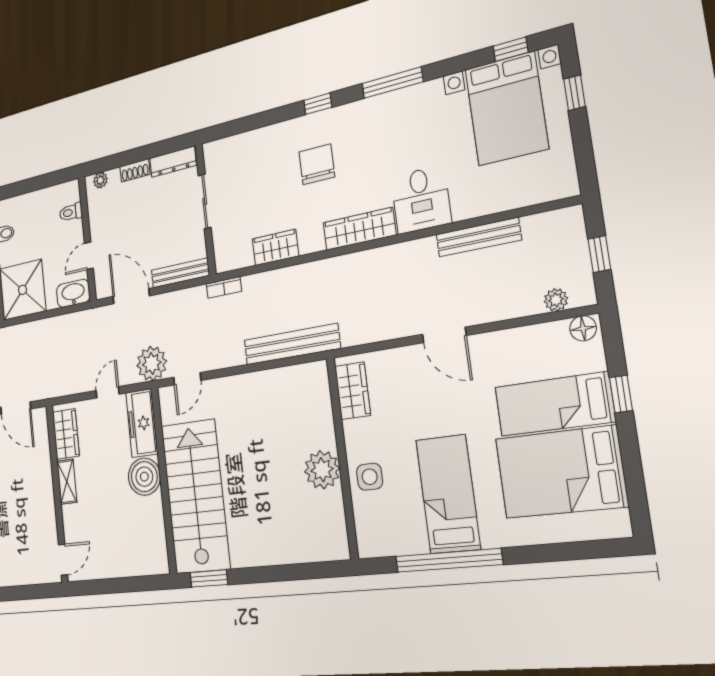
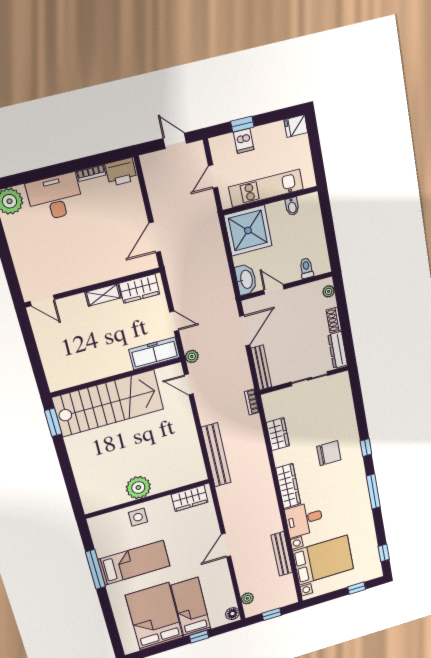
bed with nightstands: (506, 109) -> (323, 560), moved, turned 180
plant: (152, 364) -> (192, 356), width x0.53, depth x0.53
boiler: (144, 477) -> (116, 361), removed
window: (448, 560) -> (95, 569), width x0.68

